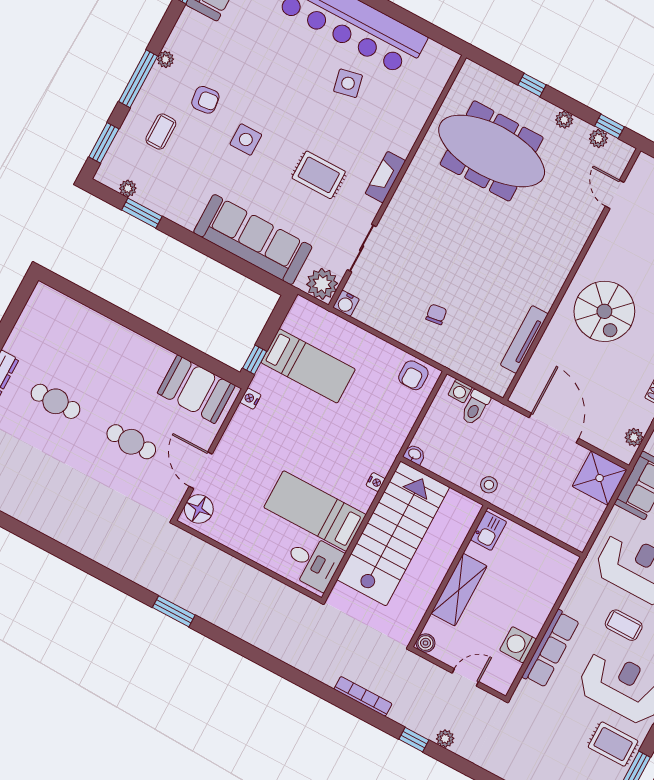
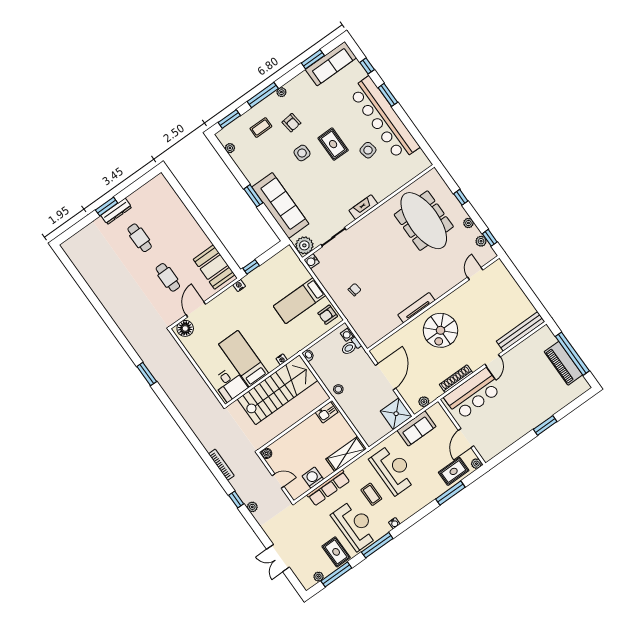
rug: (319, 175) -> (333, 144), moved
window: (142, 213) -> (253, 196), moved
tv unit: (524, 339) -> (416, 308), moved
bed: (308, 366) -> (300, 301), moved, turned 90
shelving: (459, 590) -> (346, 454), moved

